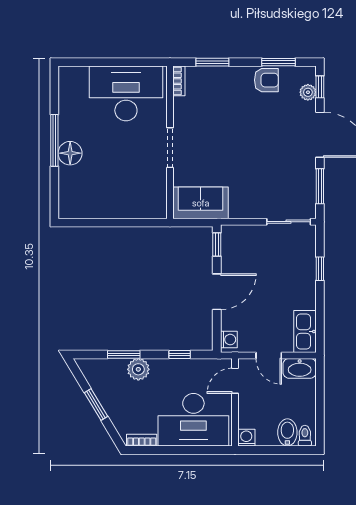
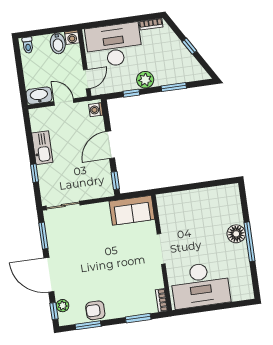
kitchen sink: (305, 332) -> (42, 148), moved
plant: (138, 369) -> (145, 80), moved
window: (96, 404) -> (189, 46), width x0.67
bidet: (287, 432) -> (58, 43), moved

